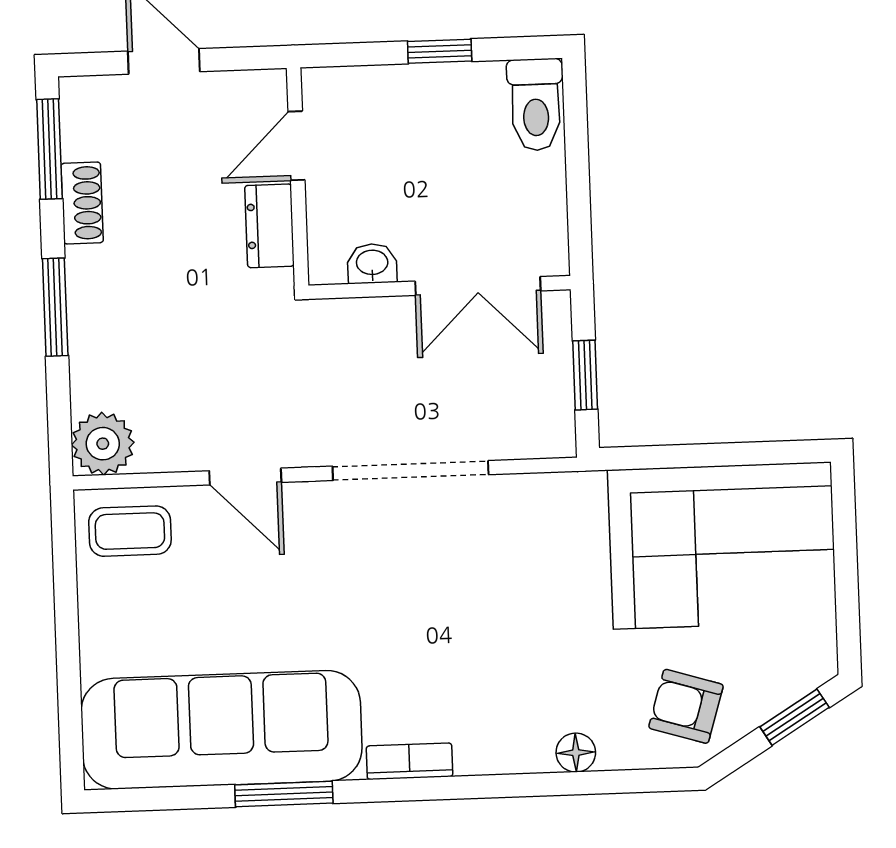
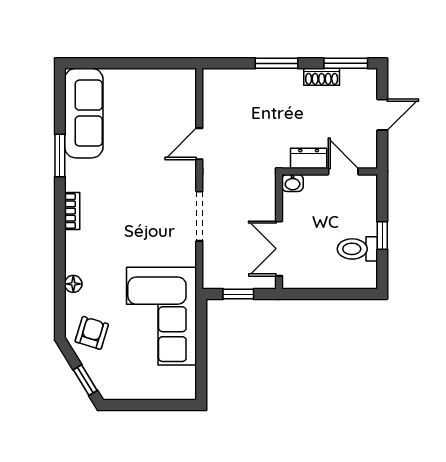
toilet: (536, 105) -> (357, 249), moved
washbasin: (372, 264) -> (293, 183), moved, turned 90
plant: (103, 444) -> (216, 82), removed
doorway: (411, 470) -> (199, 216), width x0.73
coffee table: (130, 531) -> (177, 92), removed
corner sofa: (722, 546) -> (162, 316), moved
sofa: (222, 730) -> (84, 113), width x0.74, depth x0.79

